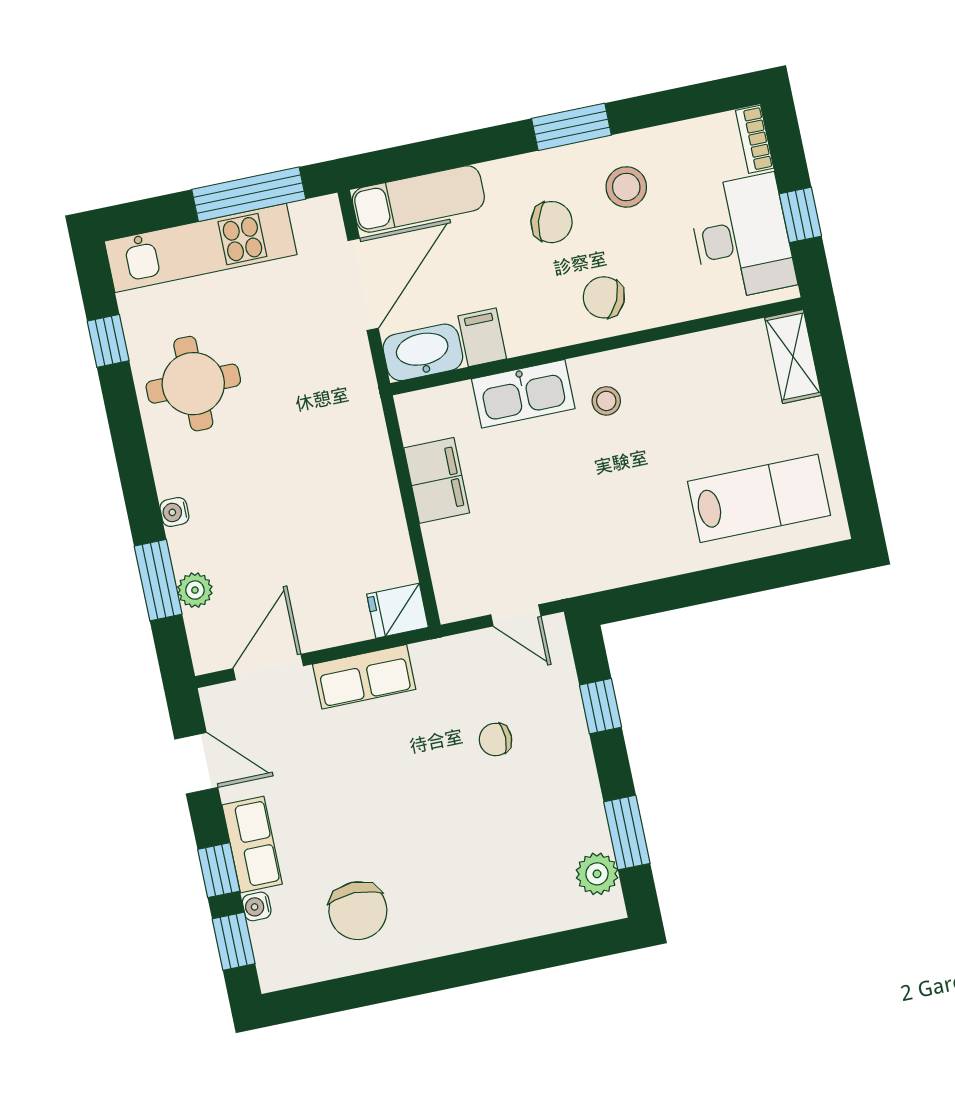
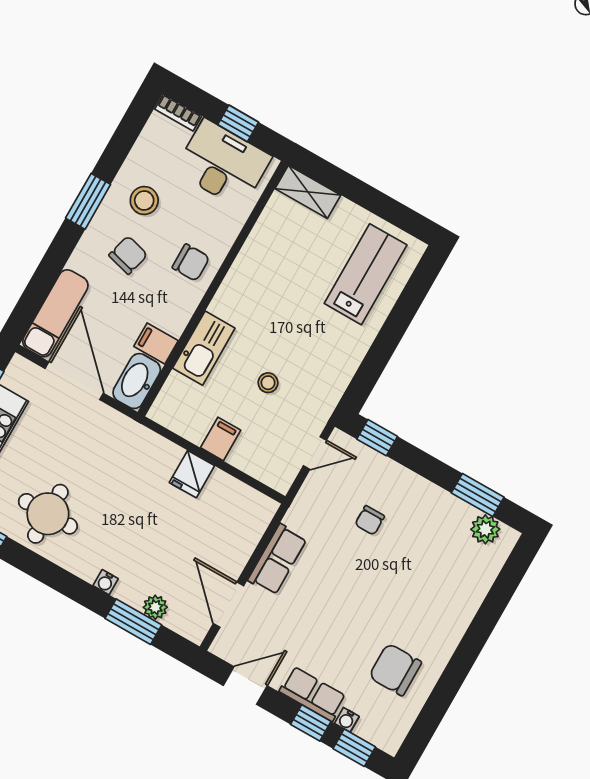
chair: (604, 297) -> (191, 263), turned -115
stool: (606, 401) -> (268, 383), moved
filing cabinet: (437, 480) -> (221, 439), width x0.50
fridge: (398, 611) -> (192, 474), moved
window: (600, 706) -> (377, 438), moved
chair: (358, 911) -> (395, 670), turned 180

